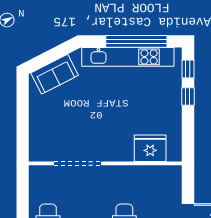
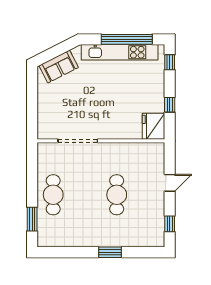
window: (188, 96) -> (170, 105), moved
fridge: (150, 148) -> (154, 126), moved, turned -90

